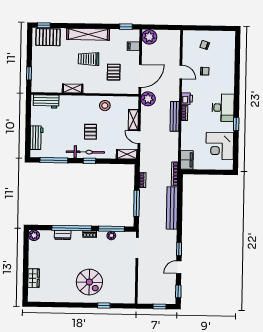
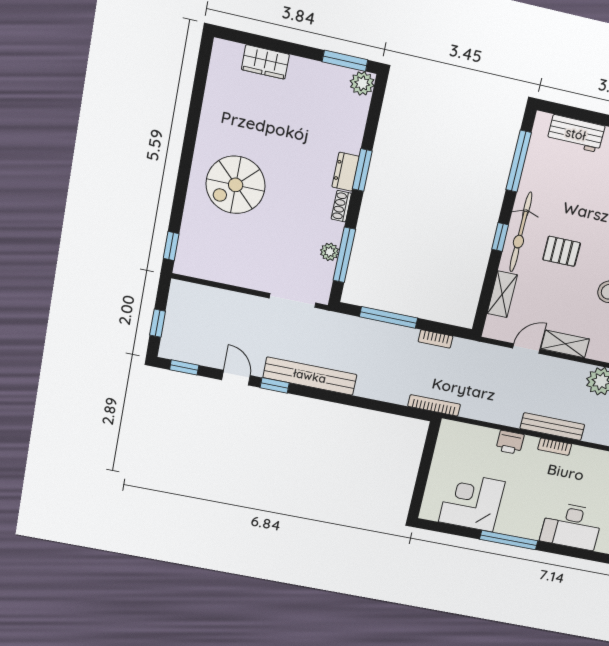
printer: (187, 99) -> (510, 442), moved
desk: (223, 108) -> (572, 526), moved
window: (236, 124) -> (509, 540), width x2.17
shelving: (127, 154) -> (502, 294), moved
filing cabinet: (187, 160) -> (458, 434), removed
bench: (172, 208) -> (310, 376), moved
window: (72, 228) -> (362, 170), width x0.47
dresser: (63, 235) -> (346, 172), moved
window: (26, 244) -> (345, 61), added
window: (104, 305) -> (171, 246), moved

